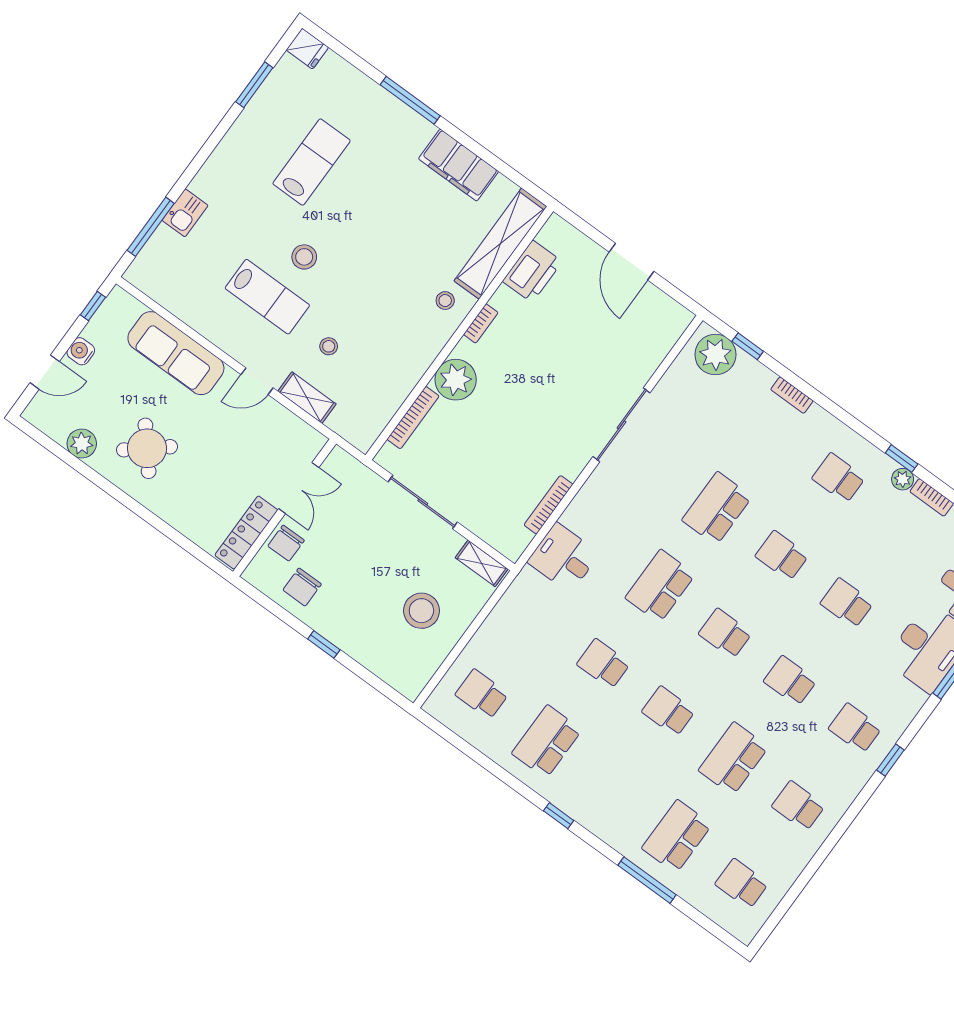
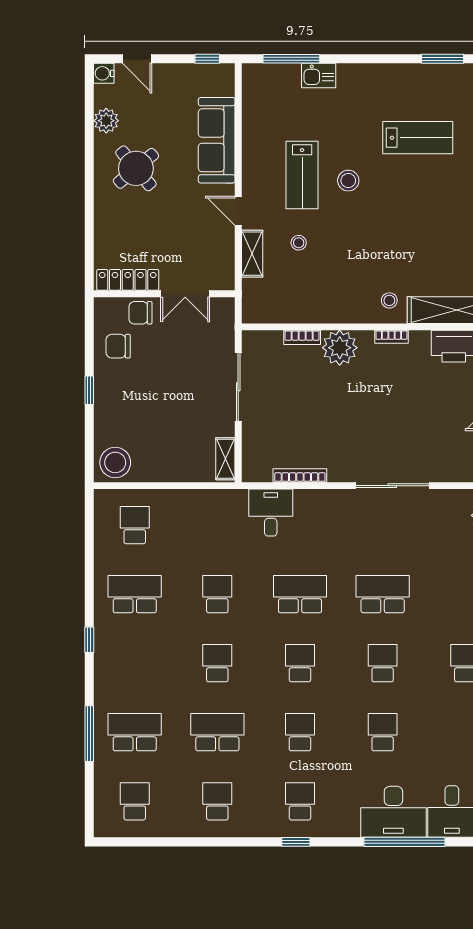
water cooler: (81, 351) -> (104, 73), moved, turned -90
bookcase: (413, 418) -> (302, 337), width x0.64
stool: (421, 611) -> (115, 462), moved

